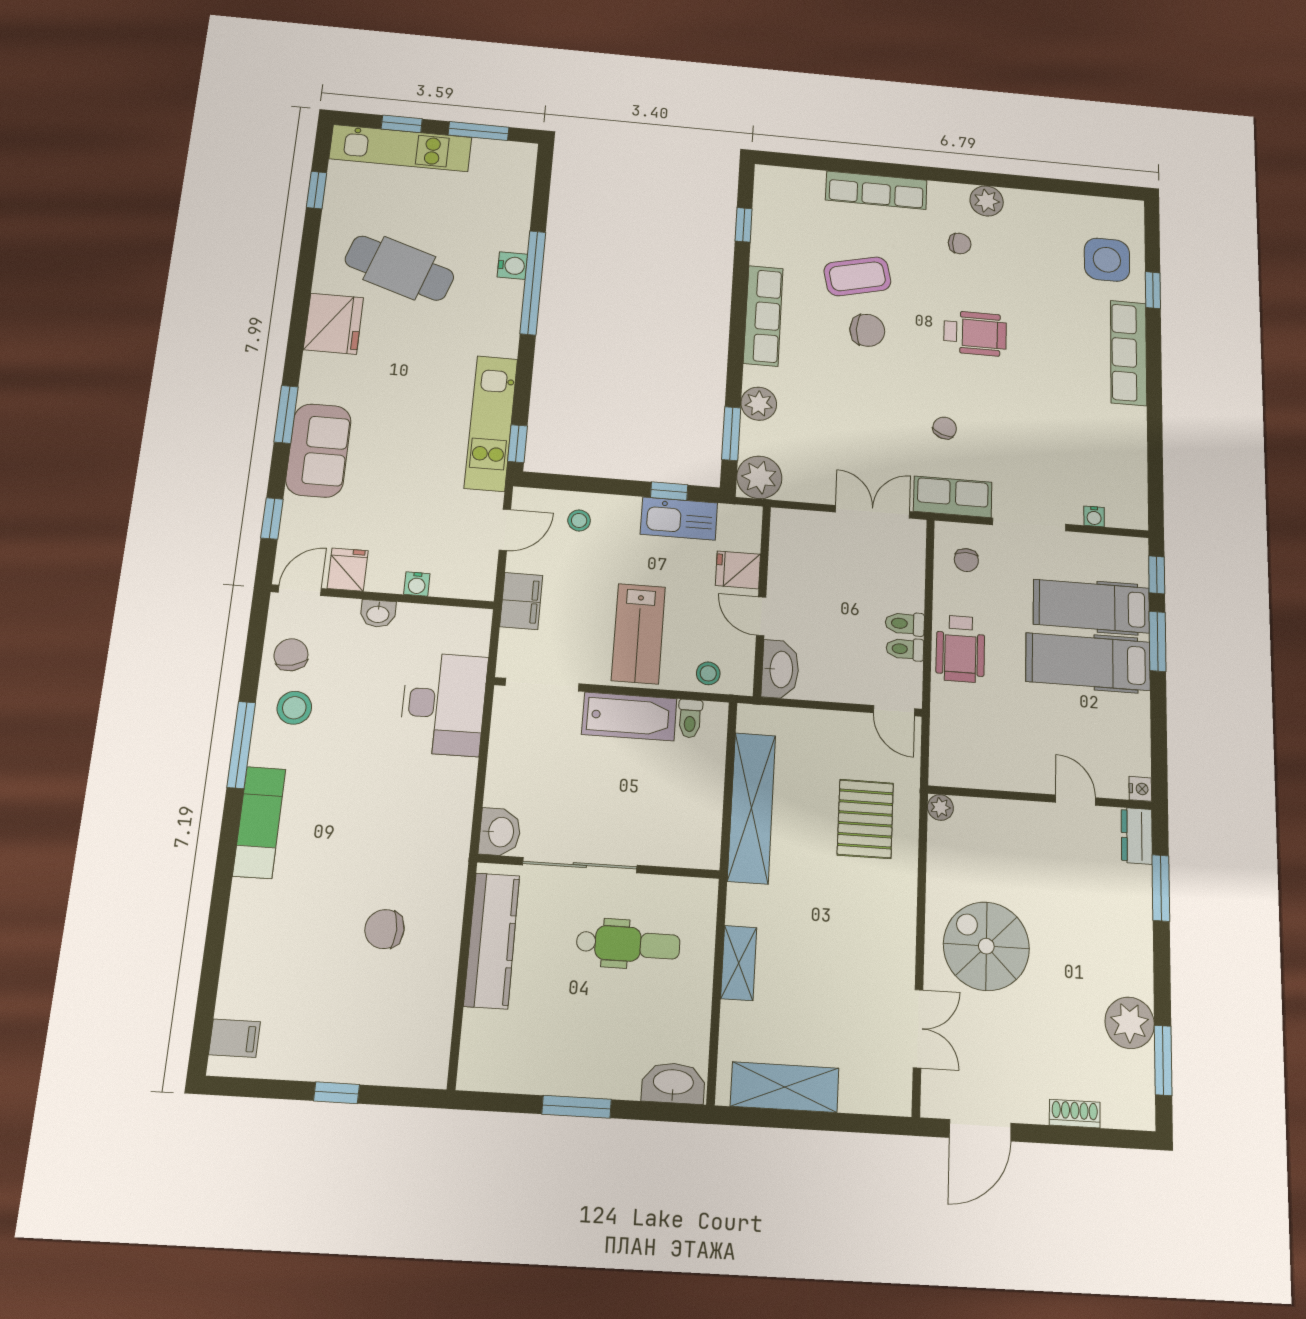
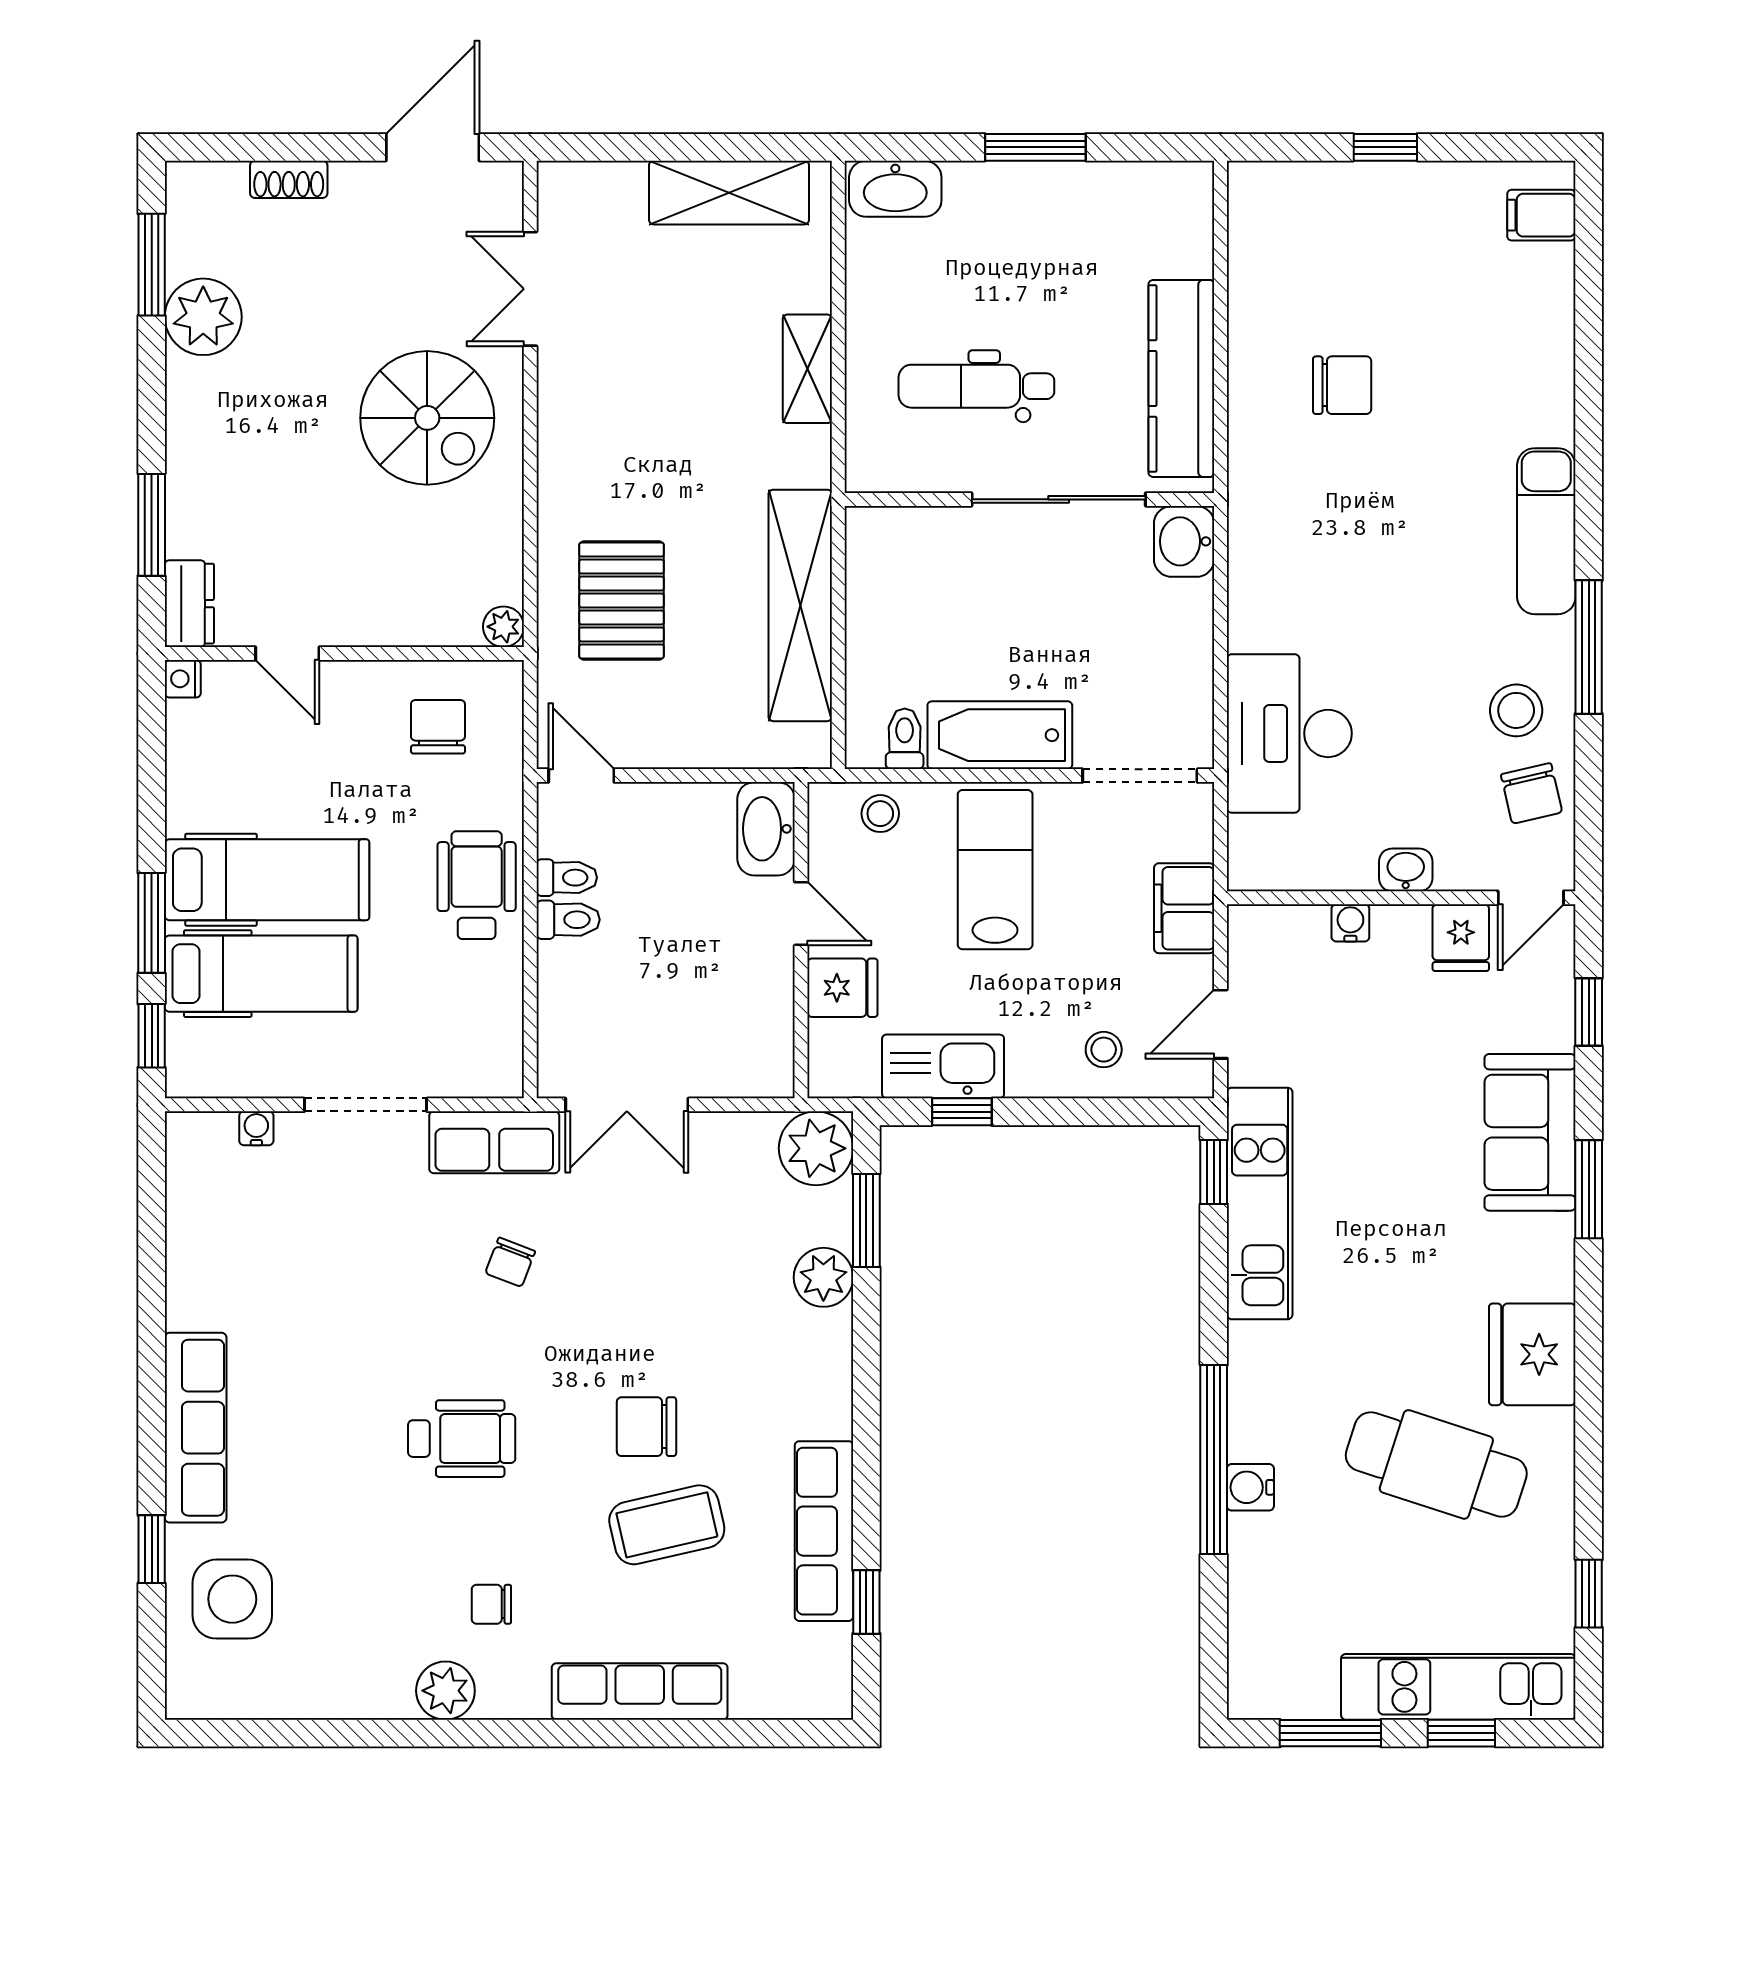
row of seats: (763, 316) -> (824, 1531), moved
wheelchair: (975, 333) -> (462, 1439), turned 180
chair: (966, 560) -> (438, 727), moved, width x1.37, depth x1.37

